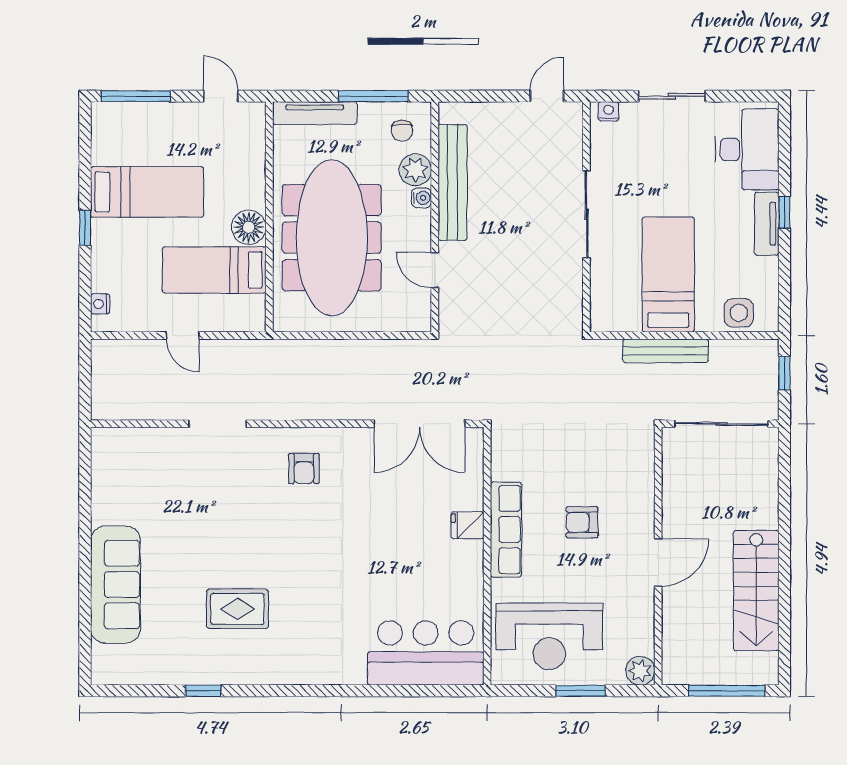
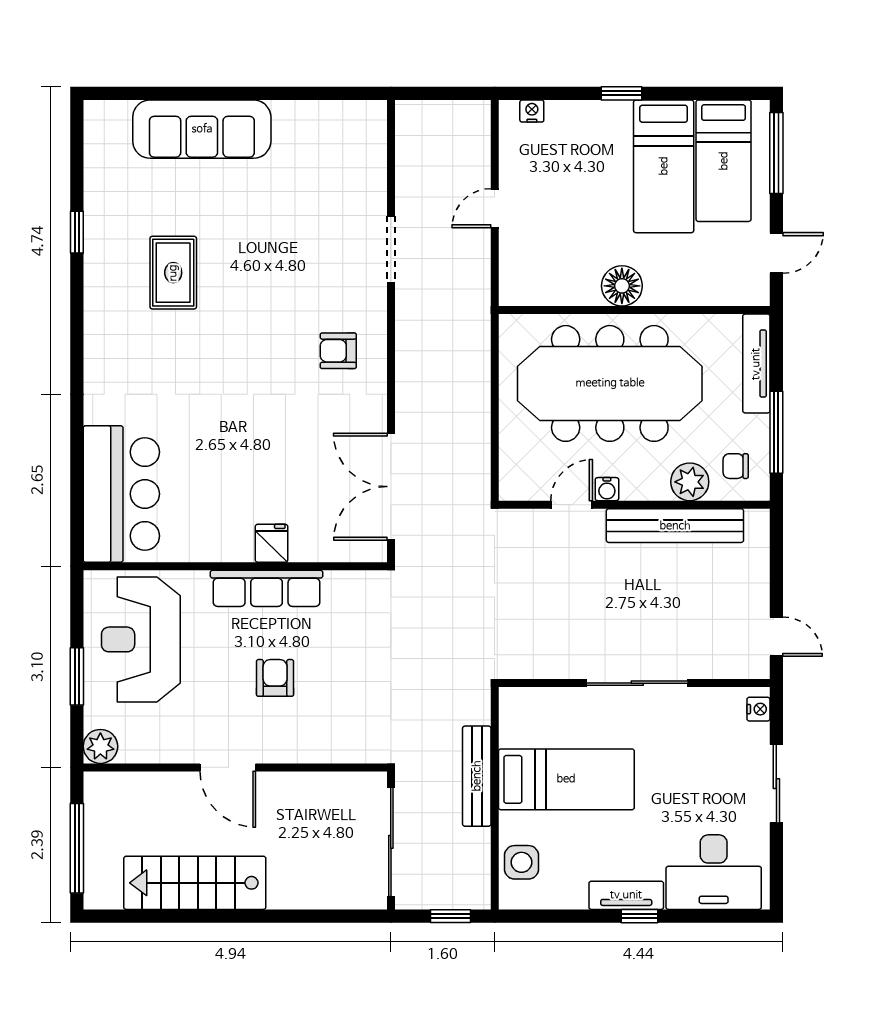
water cooler: (422, 198) -> (607, 489), moved
bed: (214, 270) -> (724, 161), moved, turned 180

